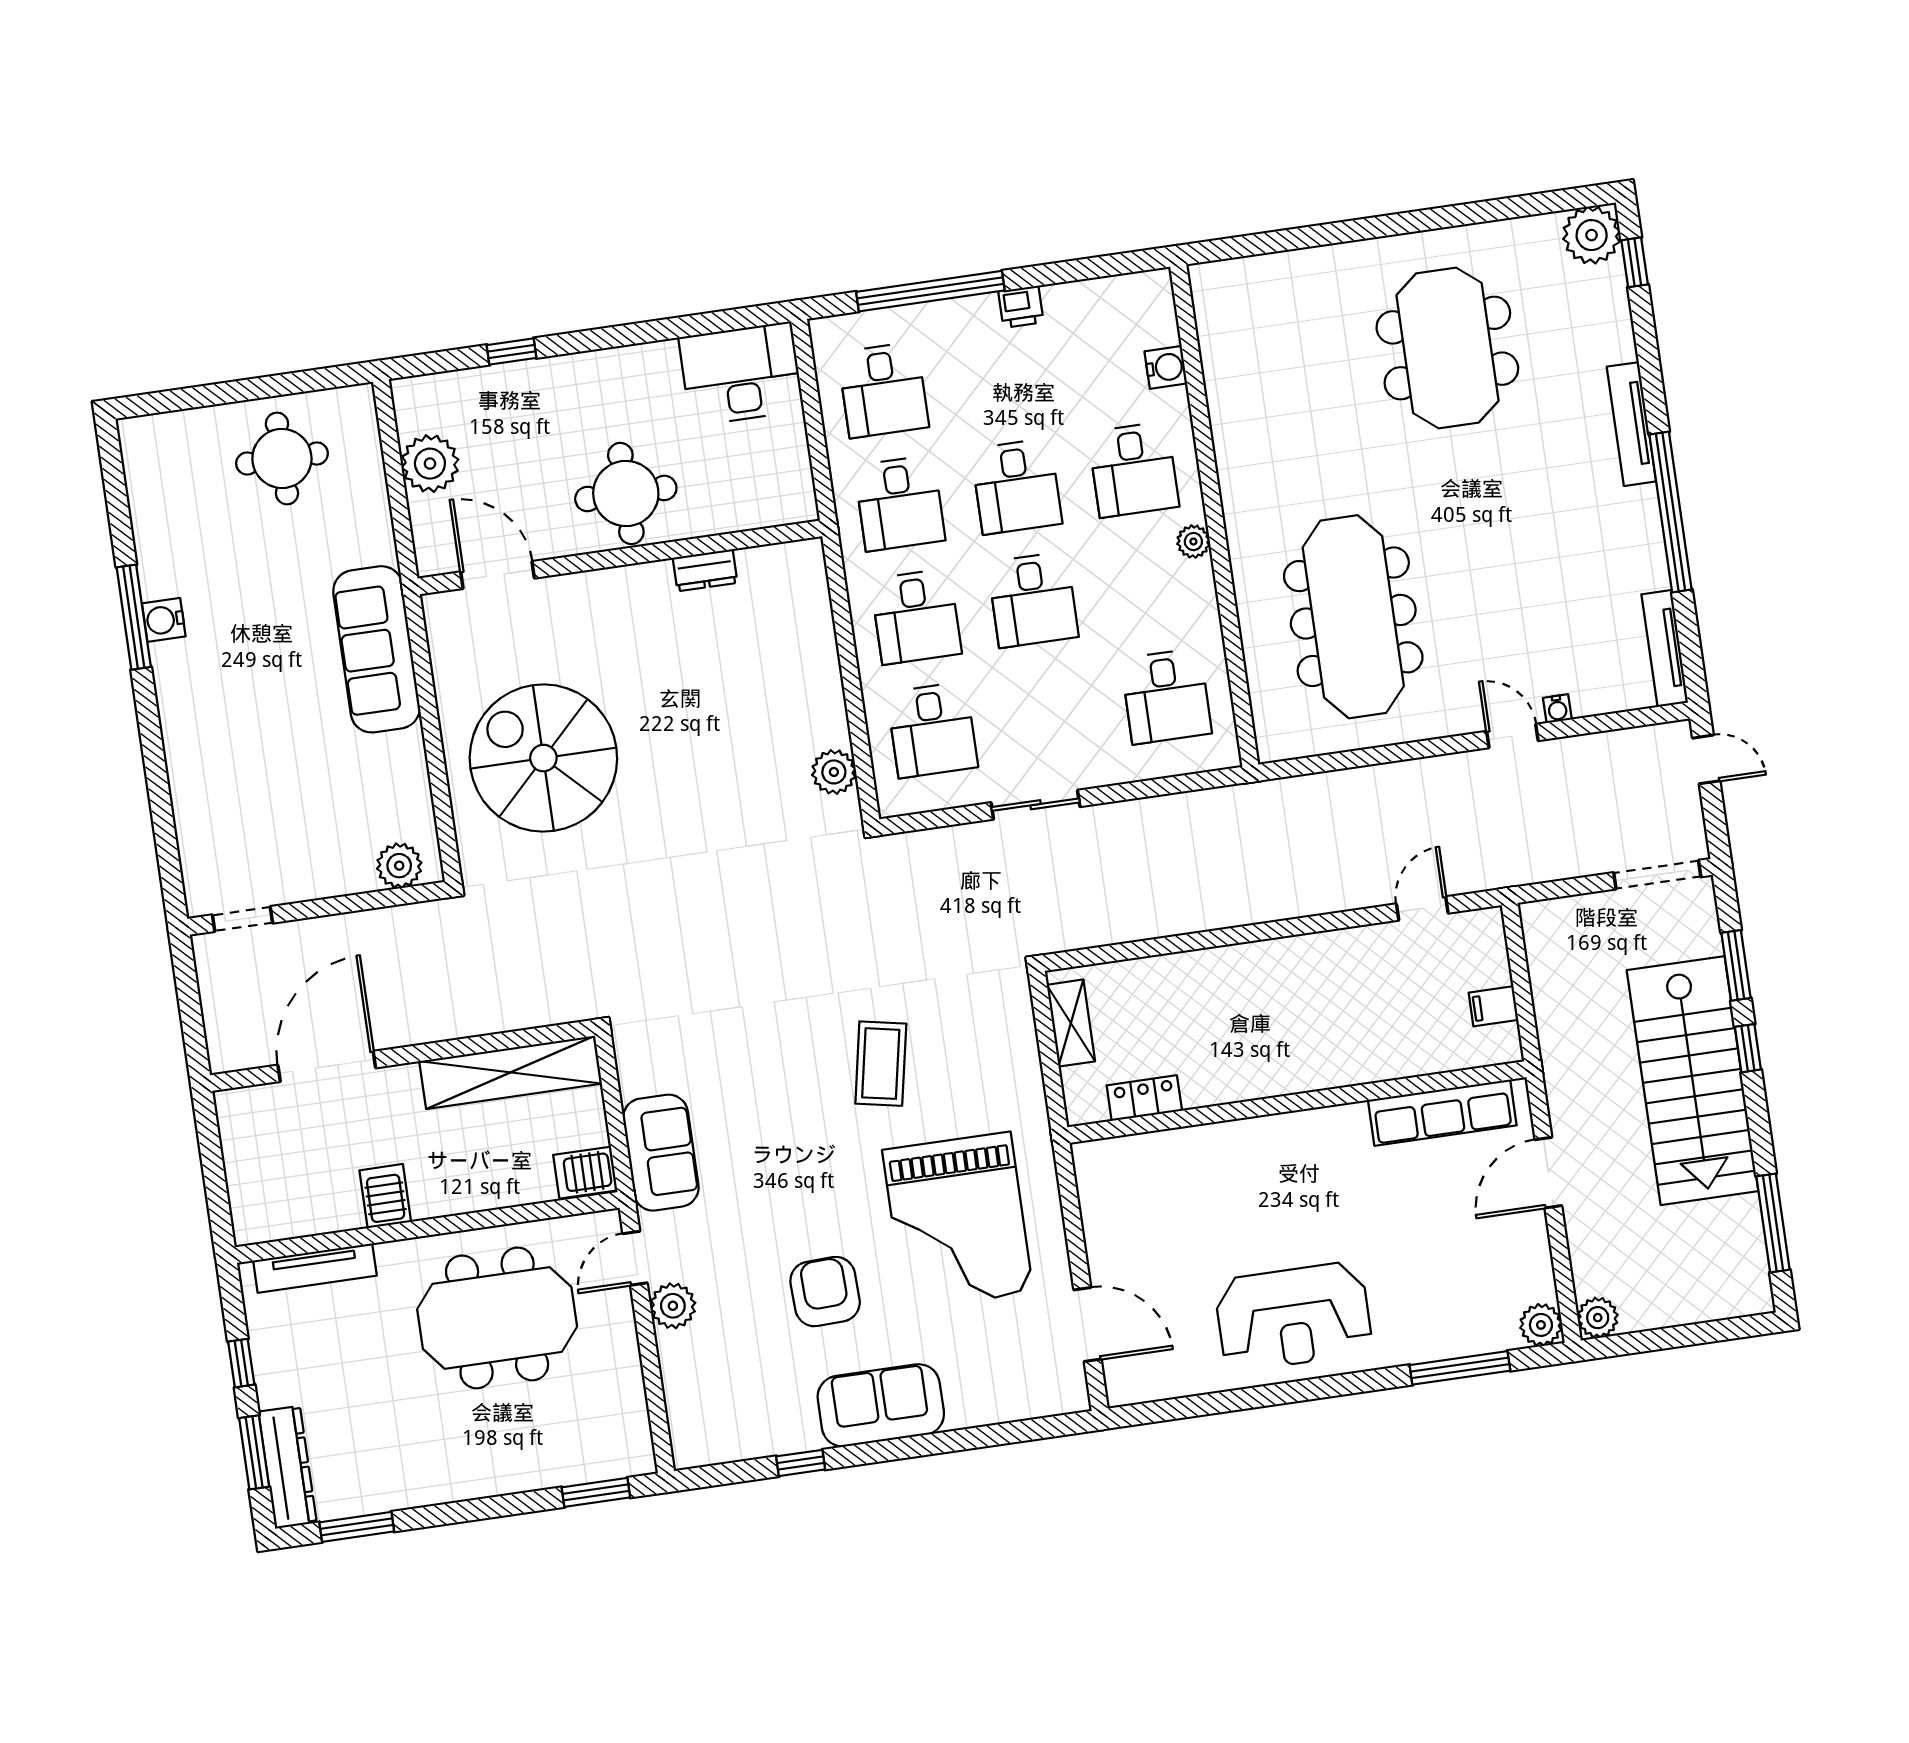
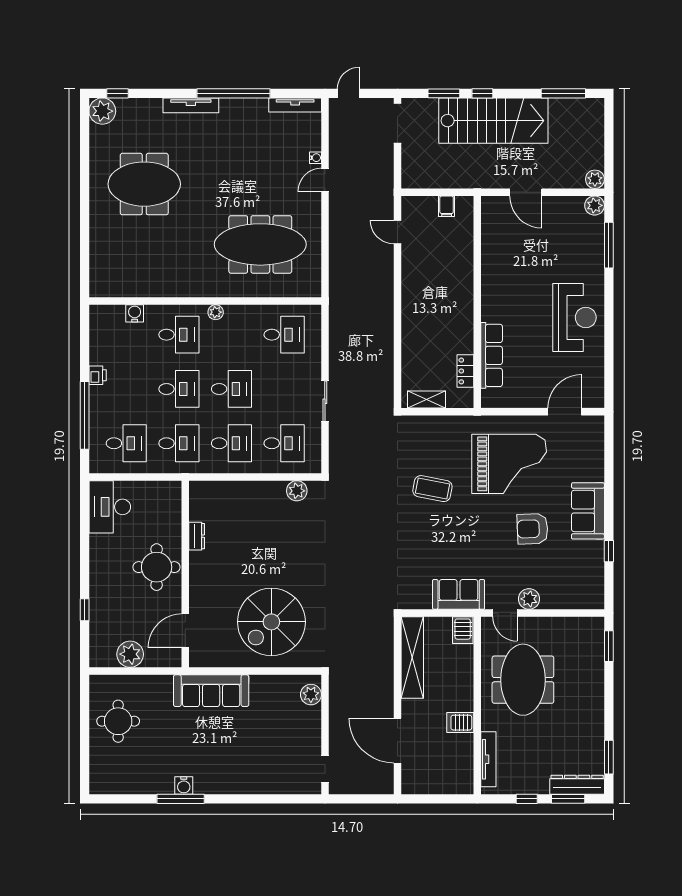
row of seats: (1442, 1113) -> (492, 355), moved

